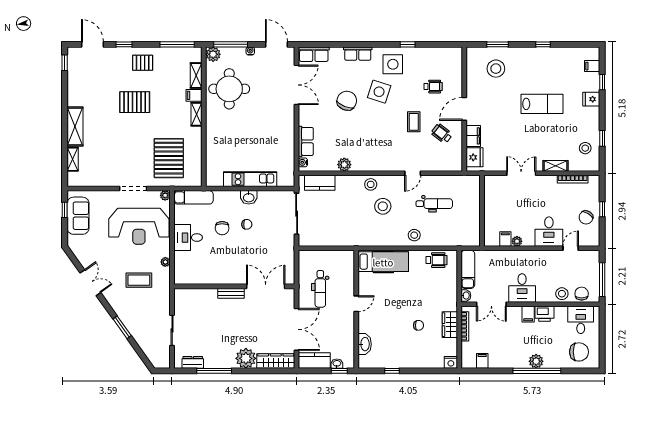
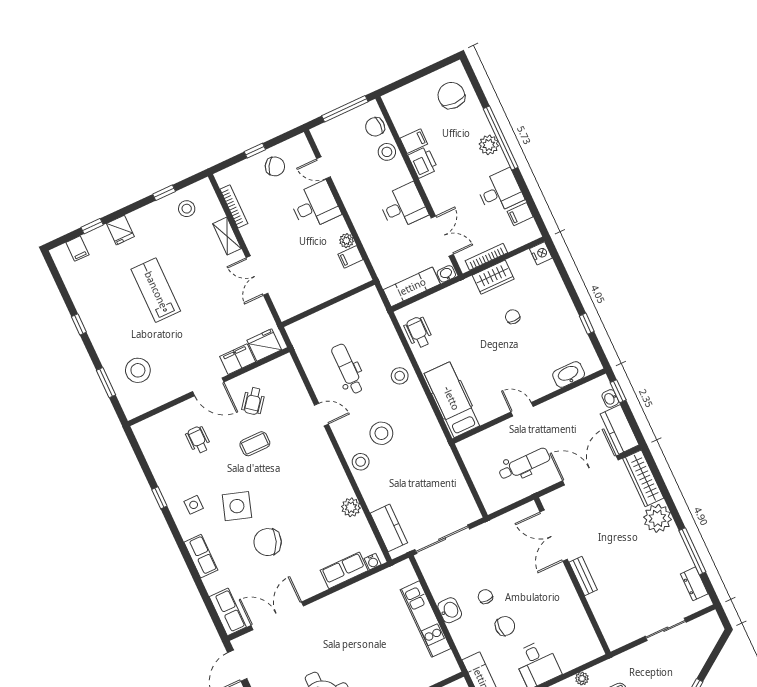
side table: (393, 64) -> (194, 505), width x0.54, depth x0.54
filing cabinet: (528, 314) -> (414, 141), moved
desk: (581, 320) -> (500, 191), moved, turned 180

